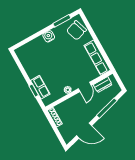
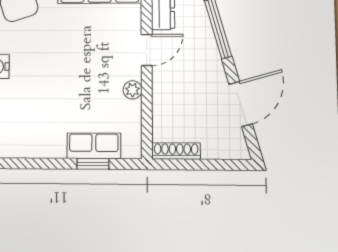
door: (85, 87) -> (147, 50), hinge flipped

